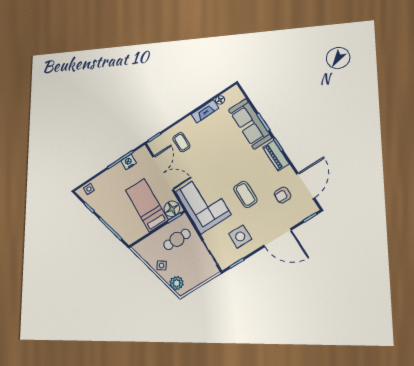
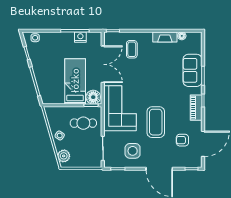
sofa: (250, 124) -> (193, 70), width x0.73
coffee table: (245, 194) -> (156, 122), width x1.36, depth x1.32

